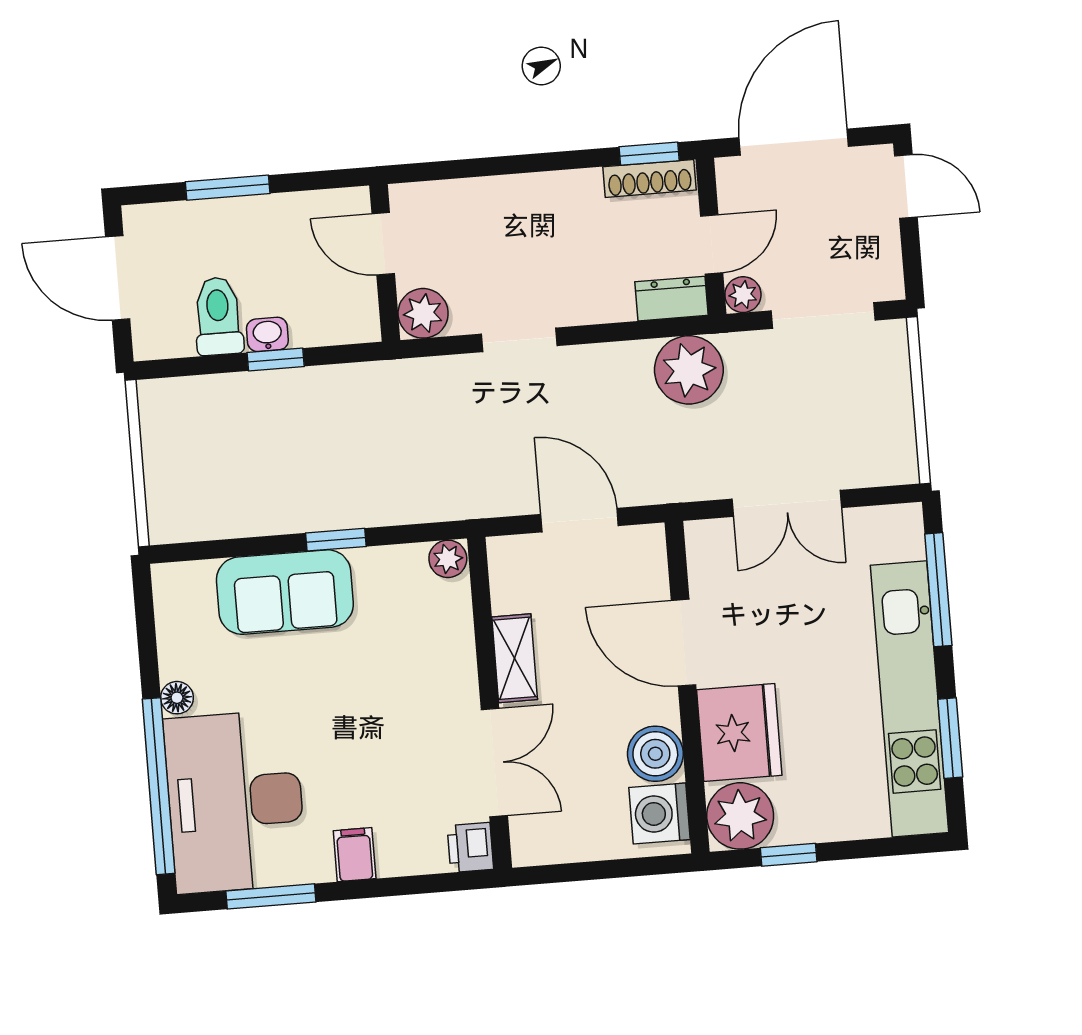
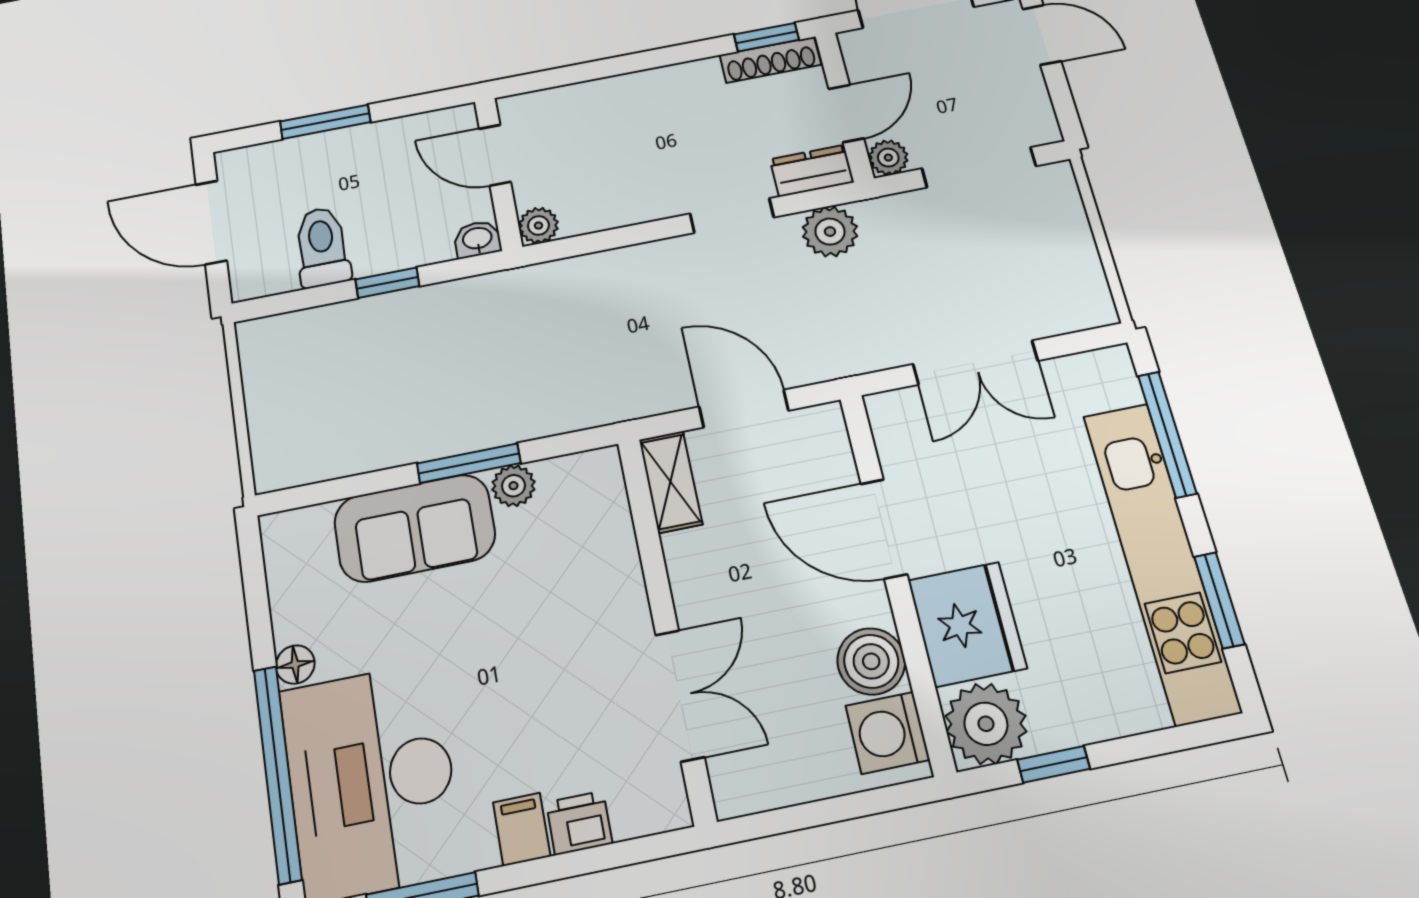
plant: (423, 313) -> (538, 225), width x0.73, depth x0.73
washbasin: (267, 334) -> (477, 239), moved
doorway: (519, 340) -> (732, 216), moved
plant: (689, 370) -> (830, 232), width x0.73, depth x0.73
window: (336, 540) -> (469, 463), width x1.50
plant: (448, 559) -> (513, 486), moved
shelving: (515, 658) -> (671, 482), moved
printer: (470, 847) -> (579, 823), moved, turned 90

